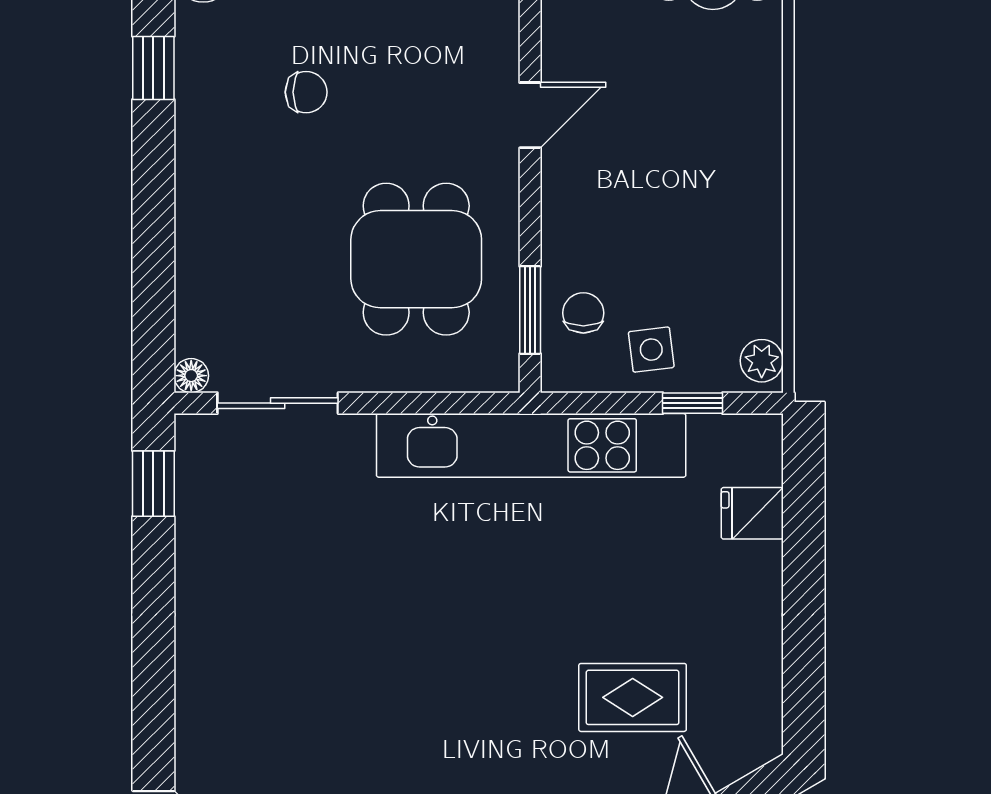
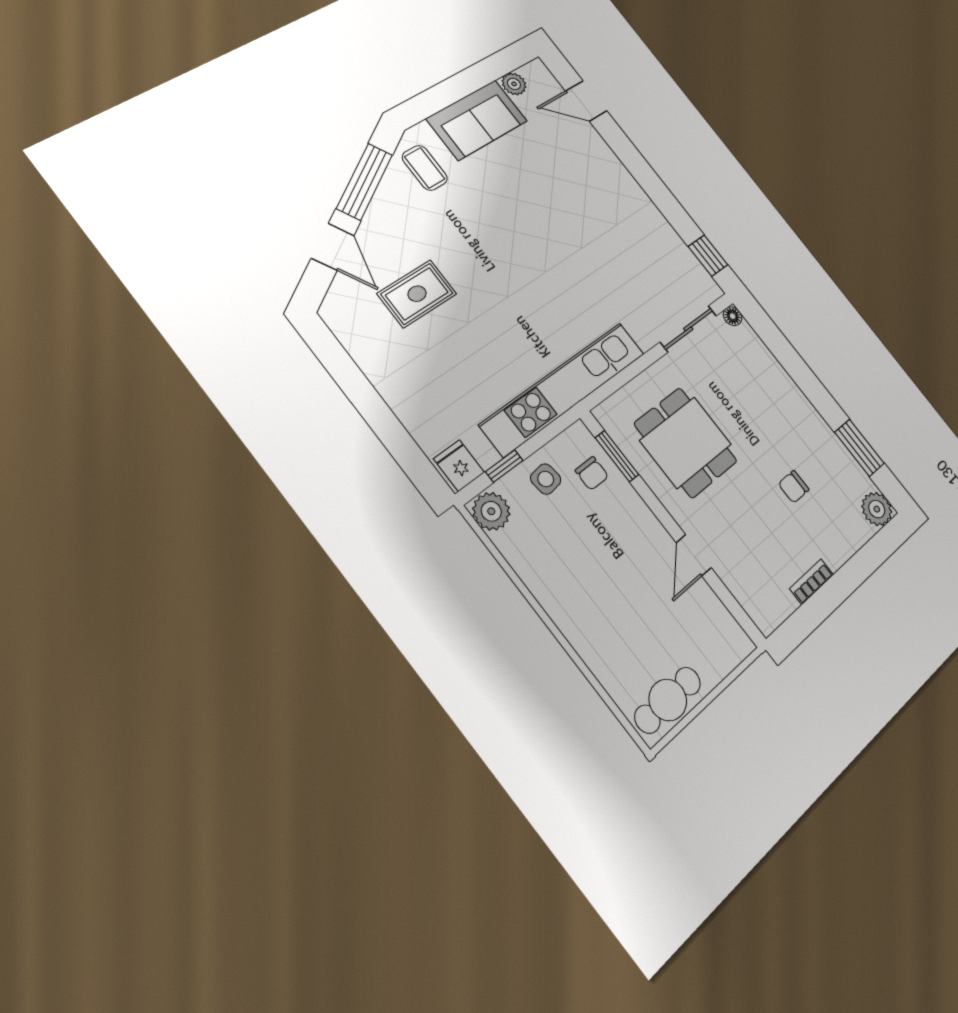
window: (153, 68) -> (859, 448), width x1.50
plant: (762, 361) -> (491, 511), width x1.38, depth x1.38
fridge: (752, 513) -> (459, 465), moved, turned -90

